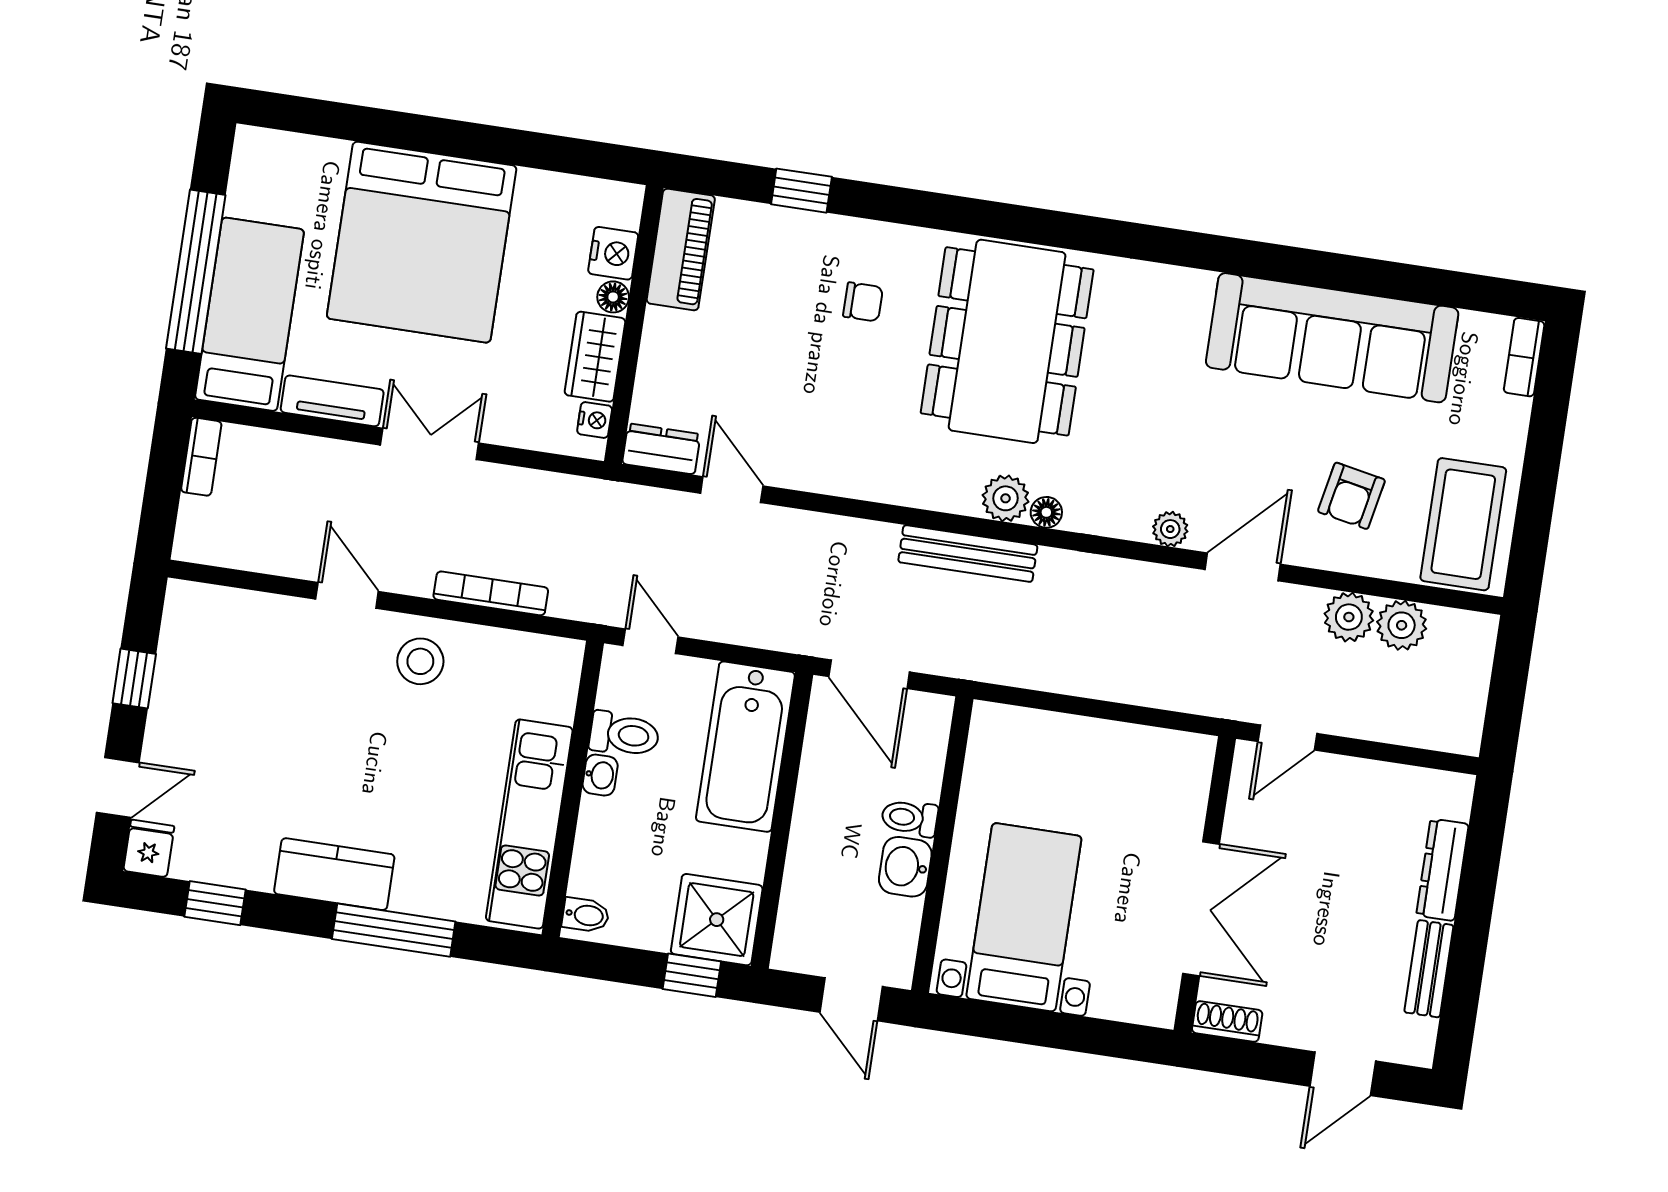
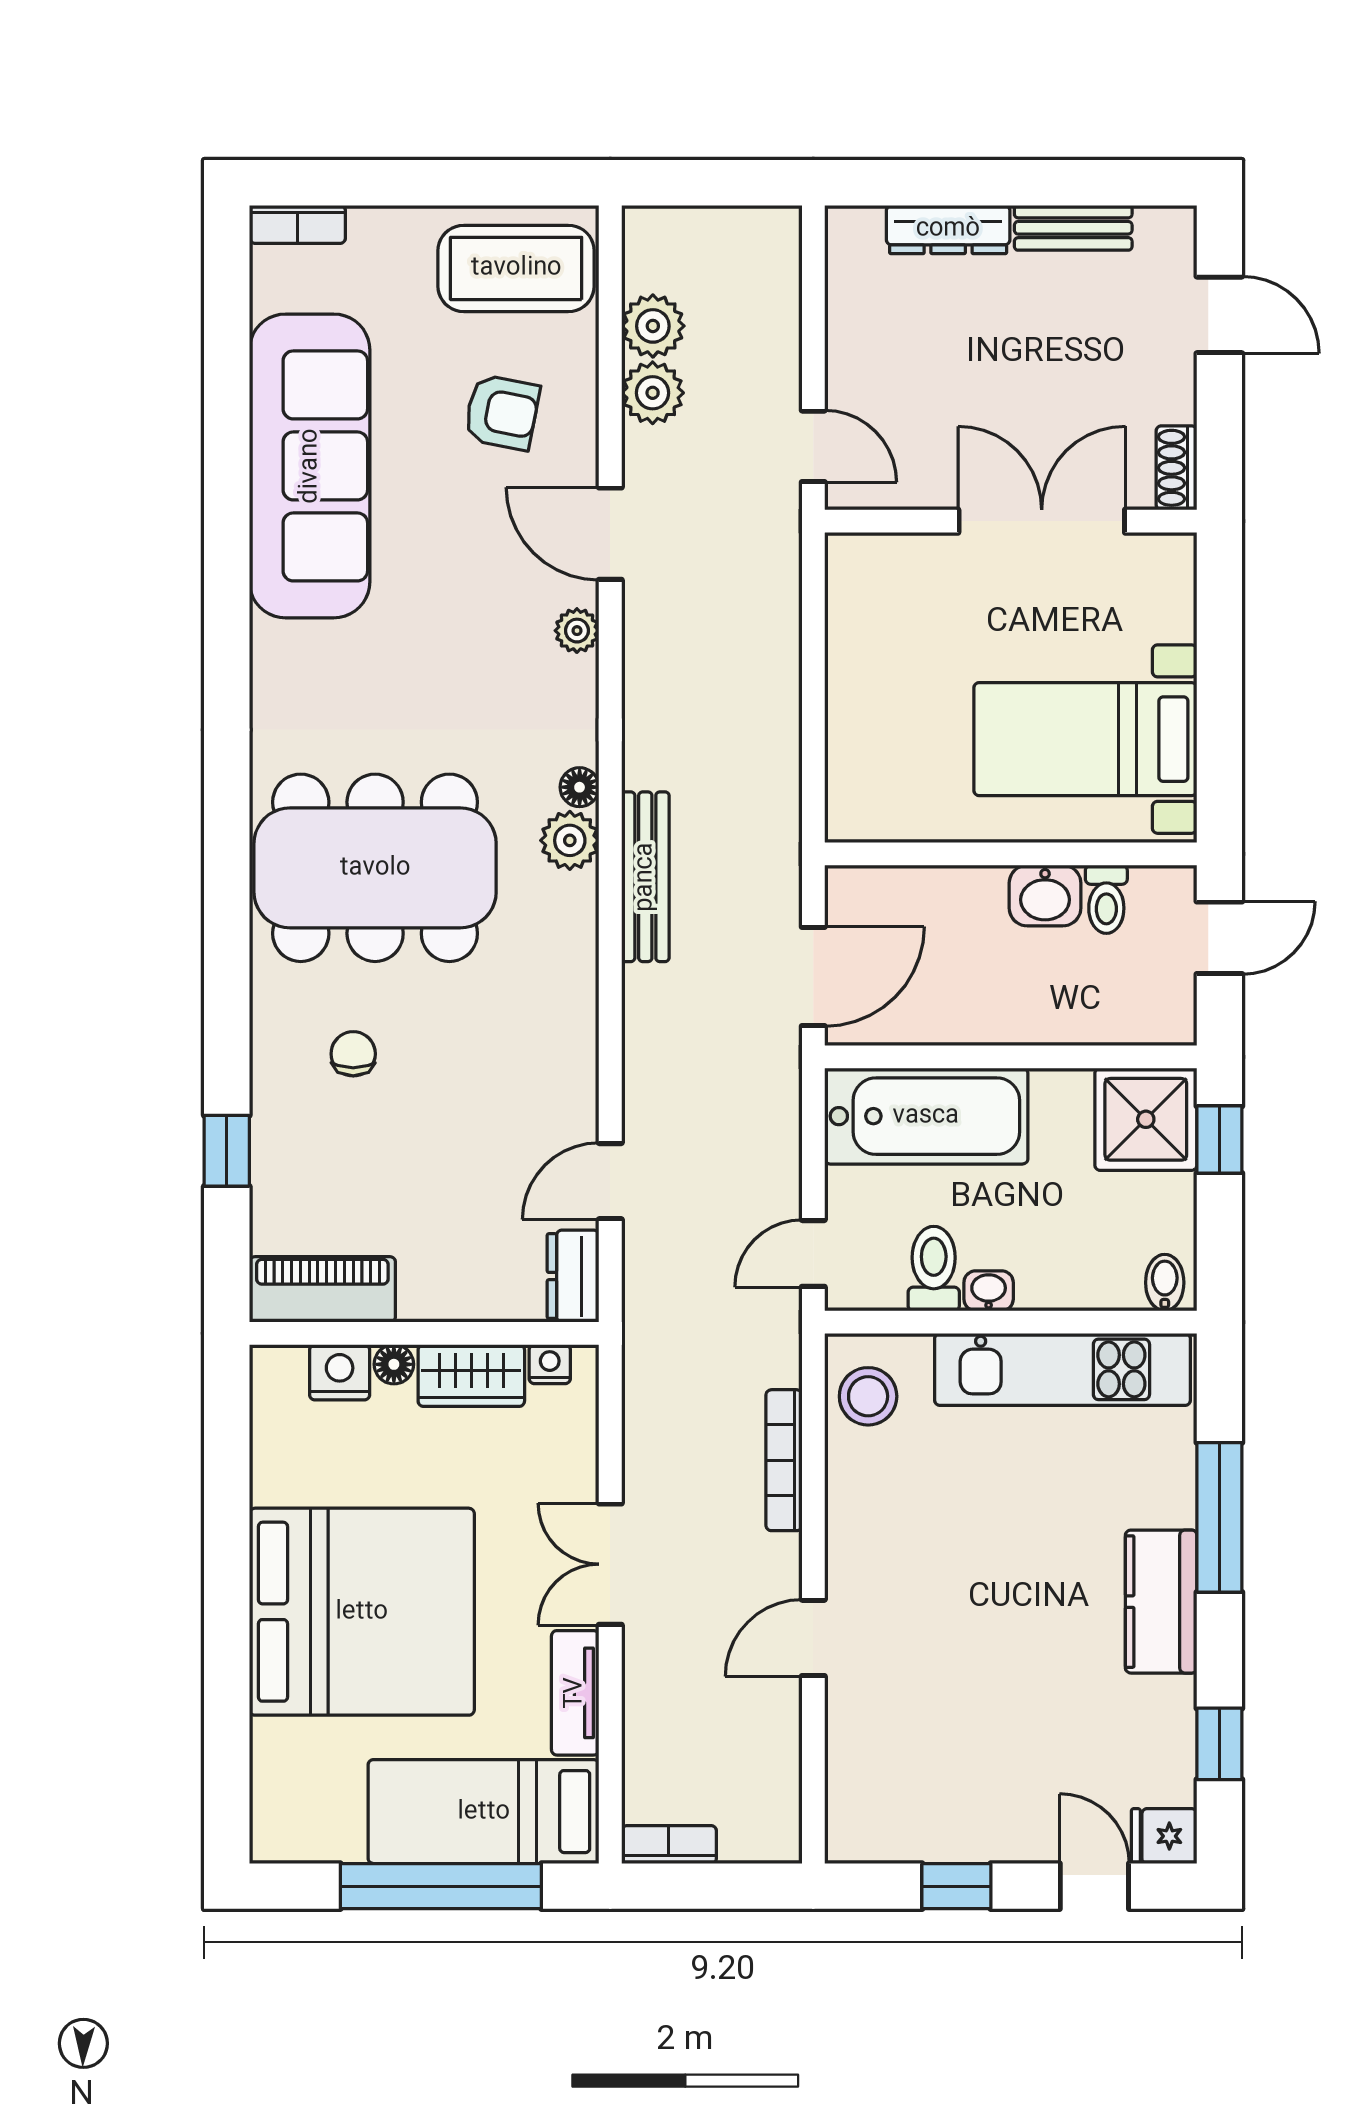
stool: (420, 661) -> (868, 1396), moved
toilet: (910, 818) -> (1106, 899), moved

